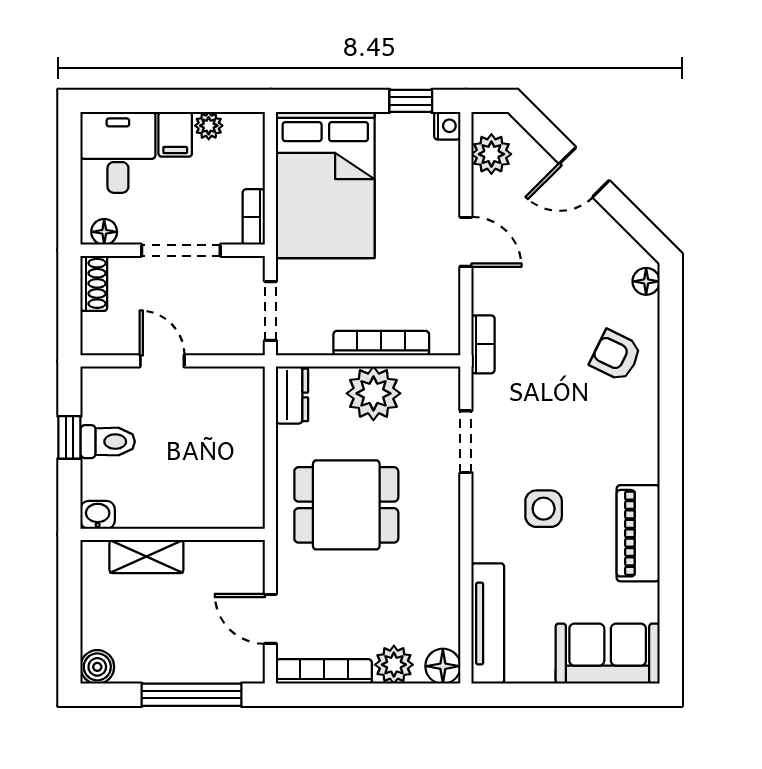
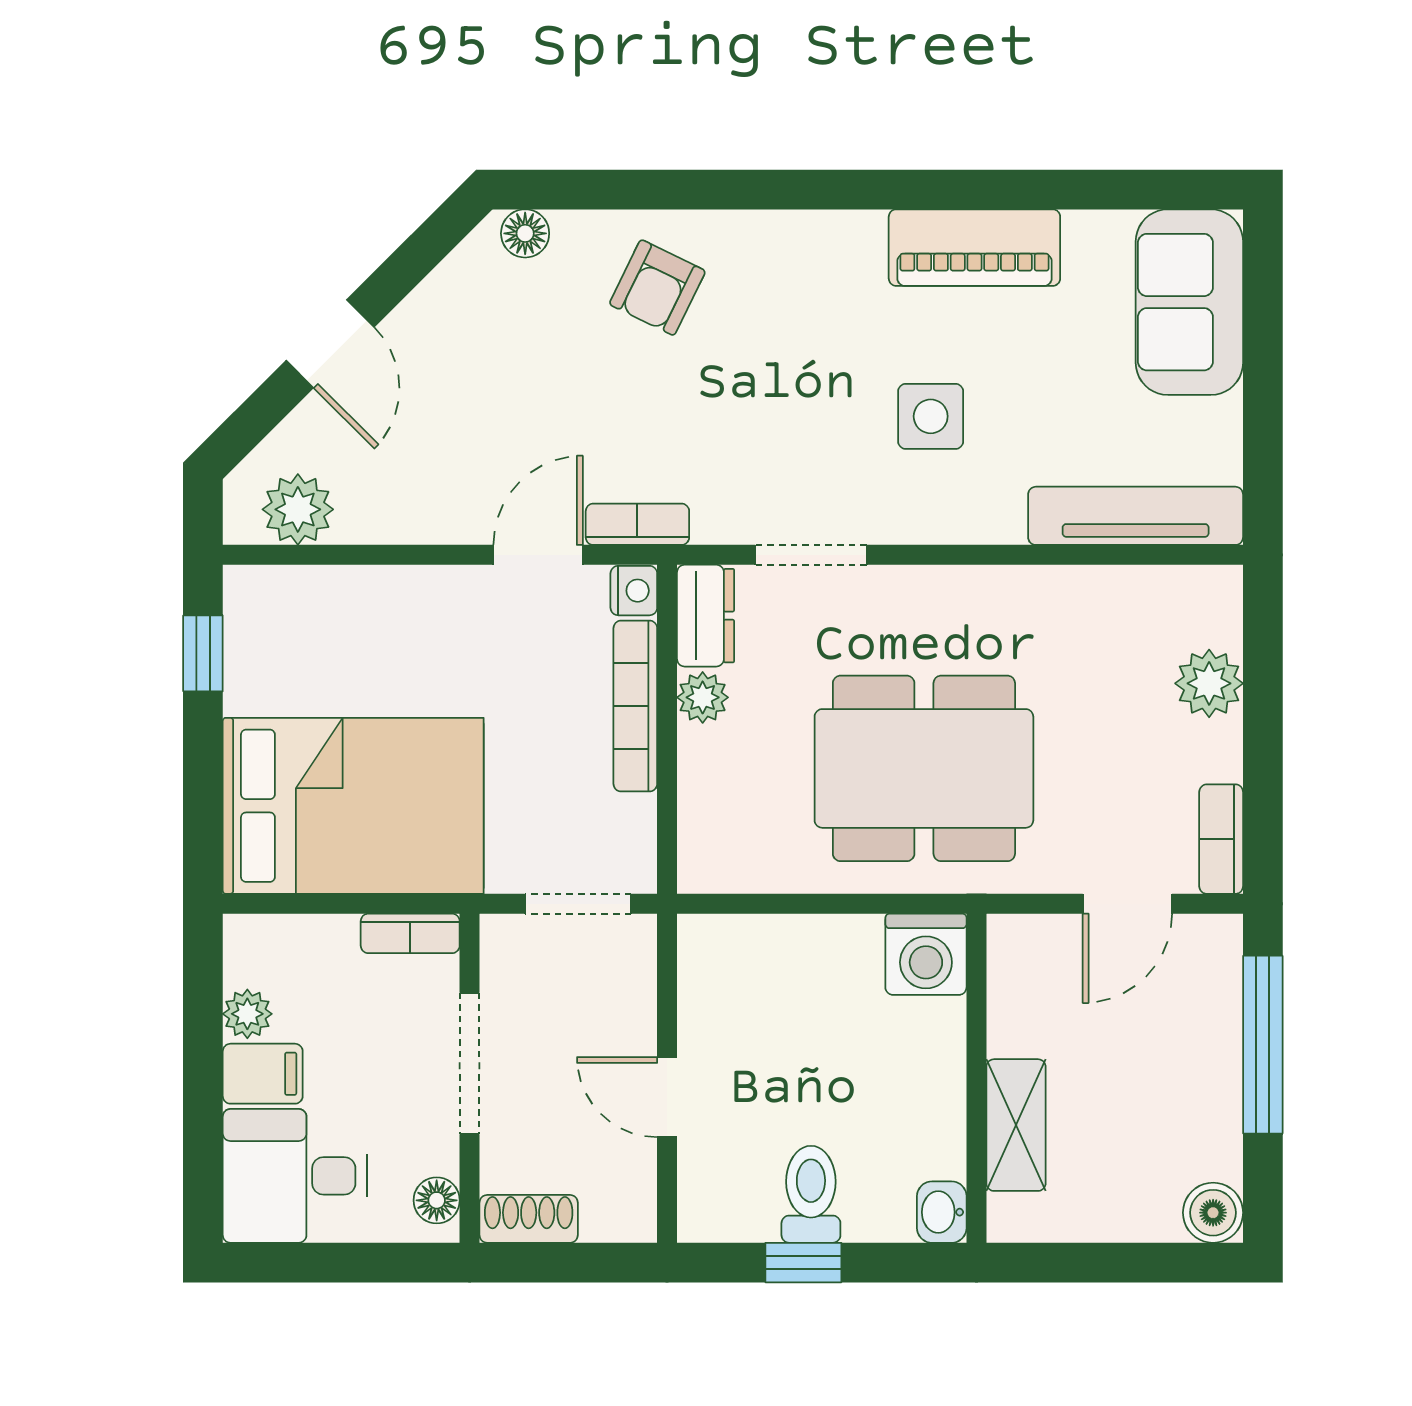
nightstand: (447, 126) -> (634, 591), moved, turned 90
door: (466, 242) -> (538, 555), moved
door: (162, 361) -> (667, 1097), hinge flipped
plant: (373, 393) -> (703, 697), width x0.53, depth x0.53
dresser: (292, 395) -> (706, 616), moved, turned 90
dining table: (346, 505) -> (924, 768), width x1.38
washing machine: (242, 506) -> (926, 954), added
floor lamp: (443, 666) -> (1212, 596), removed
bookcase: (324, 671) -> (1221, 839), width x0.64

